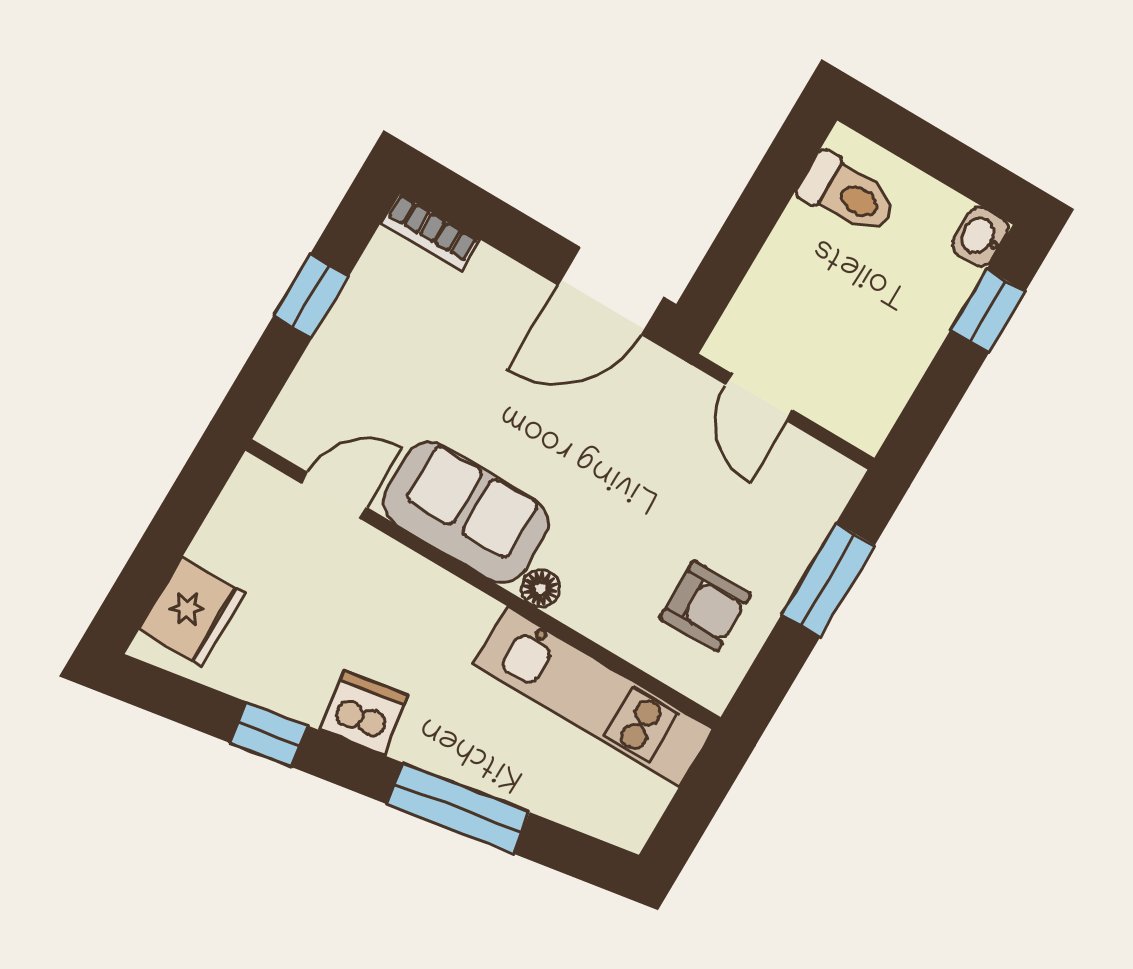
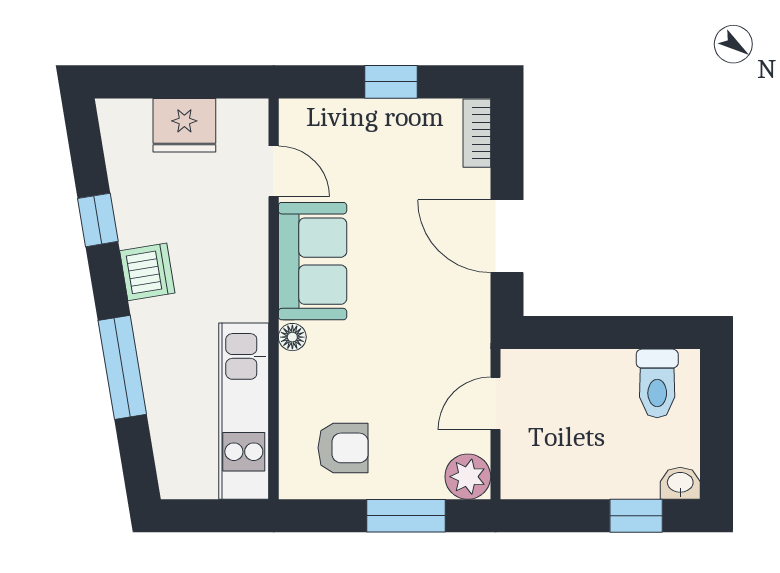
door: (611, 291) -> (507, 236), moved
plant: (825, 480) -> (468, 477), added
armchair: (705, 606) -> (343, 448), turned -90
fridge: (192, 612) -> (184, 125), moved

